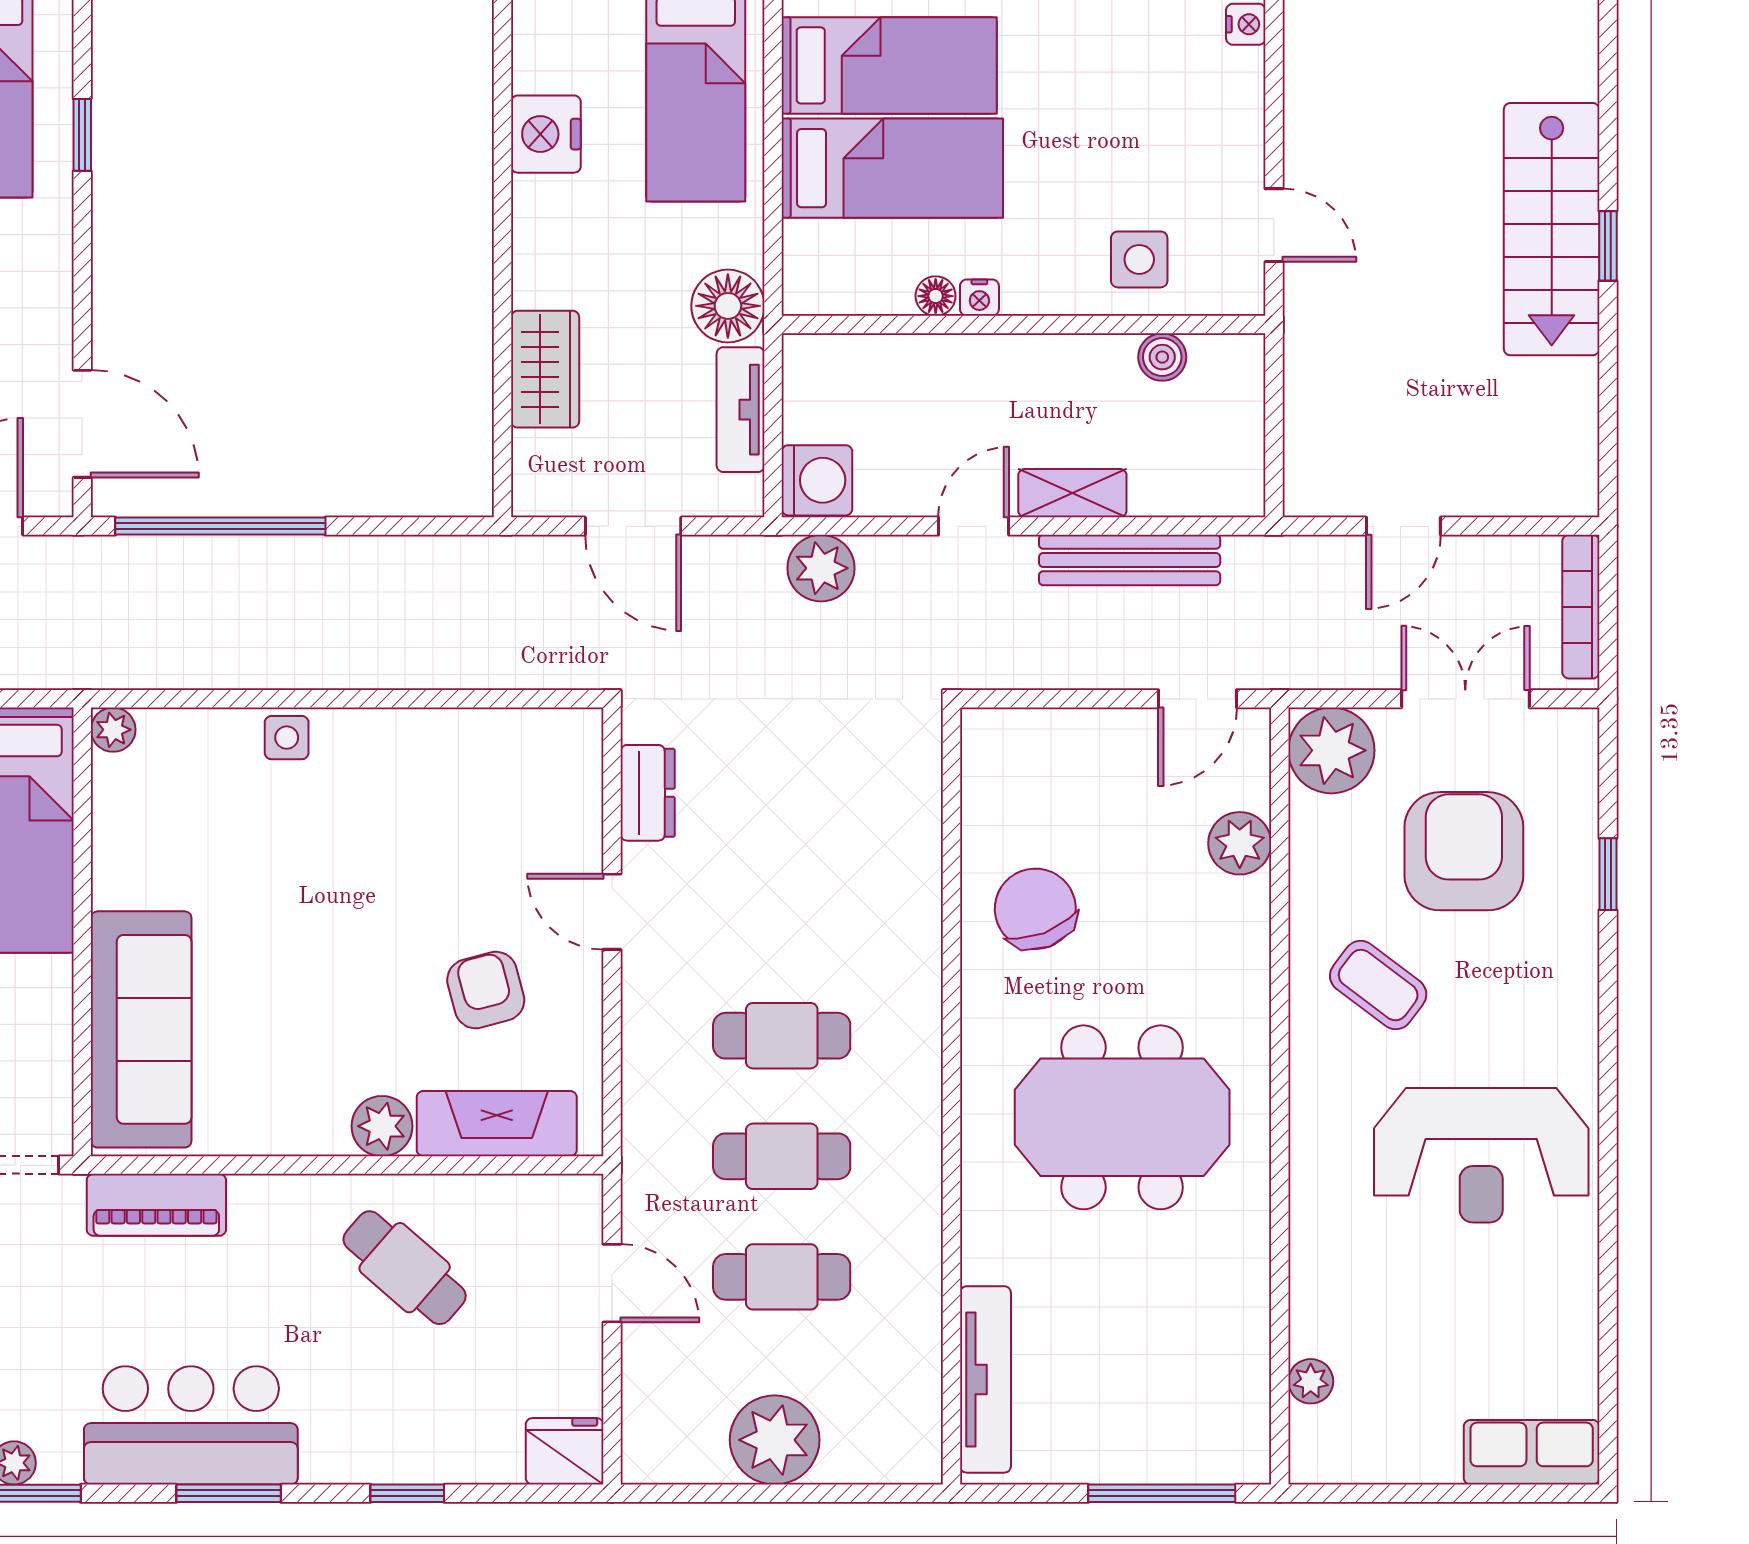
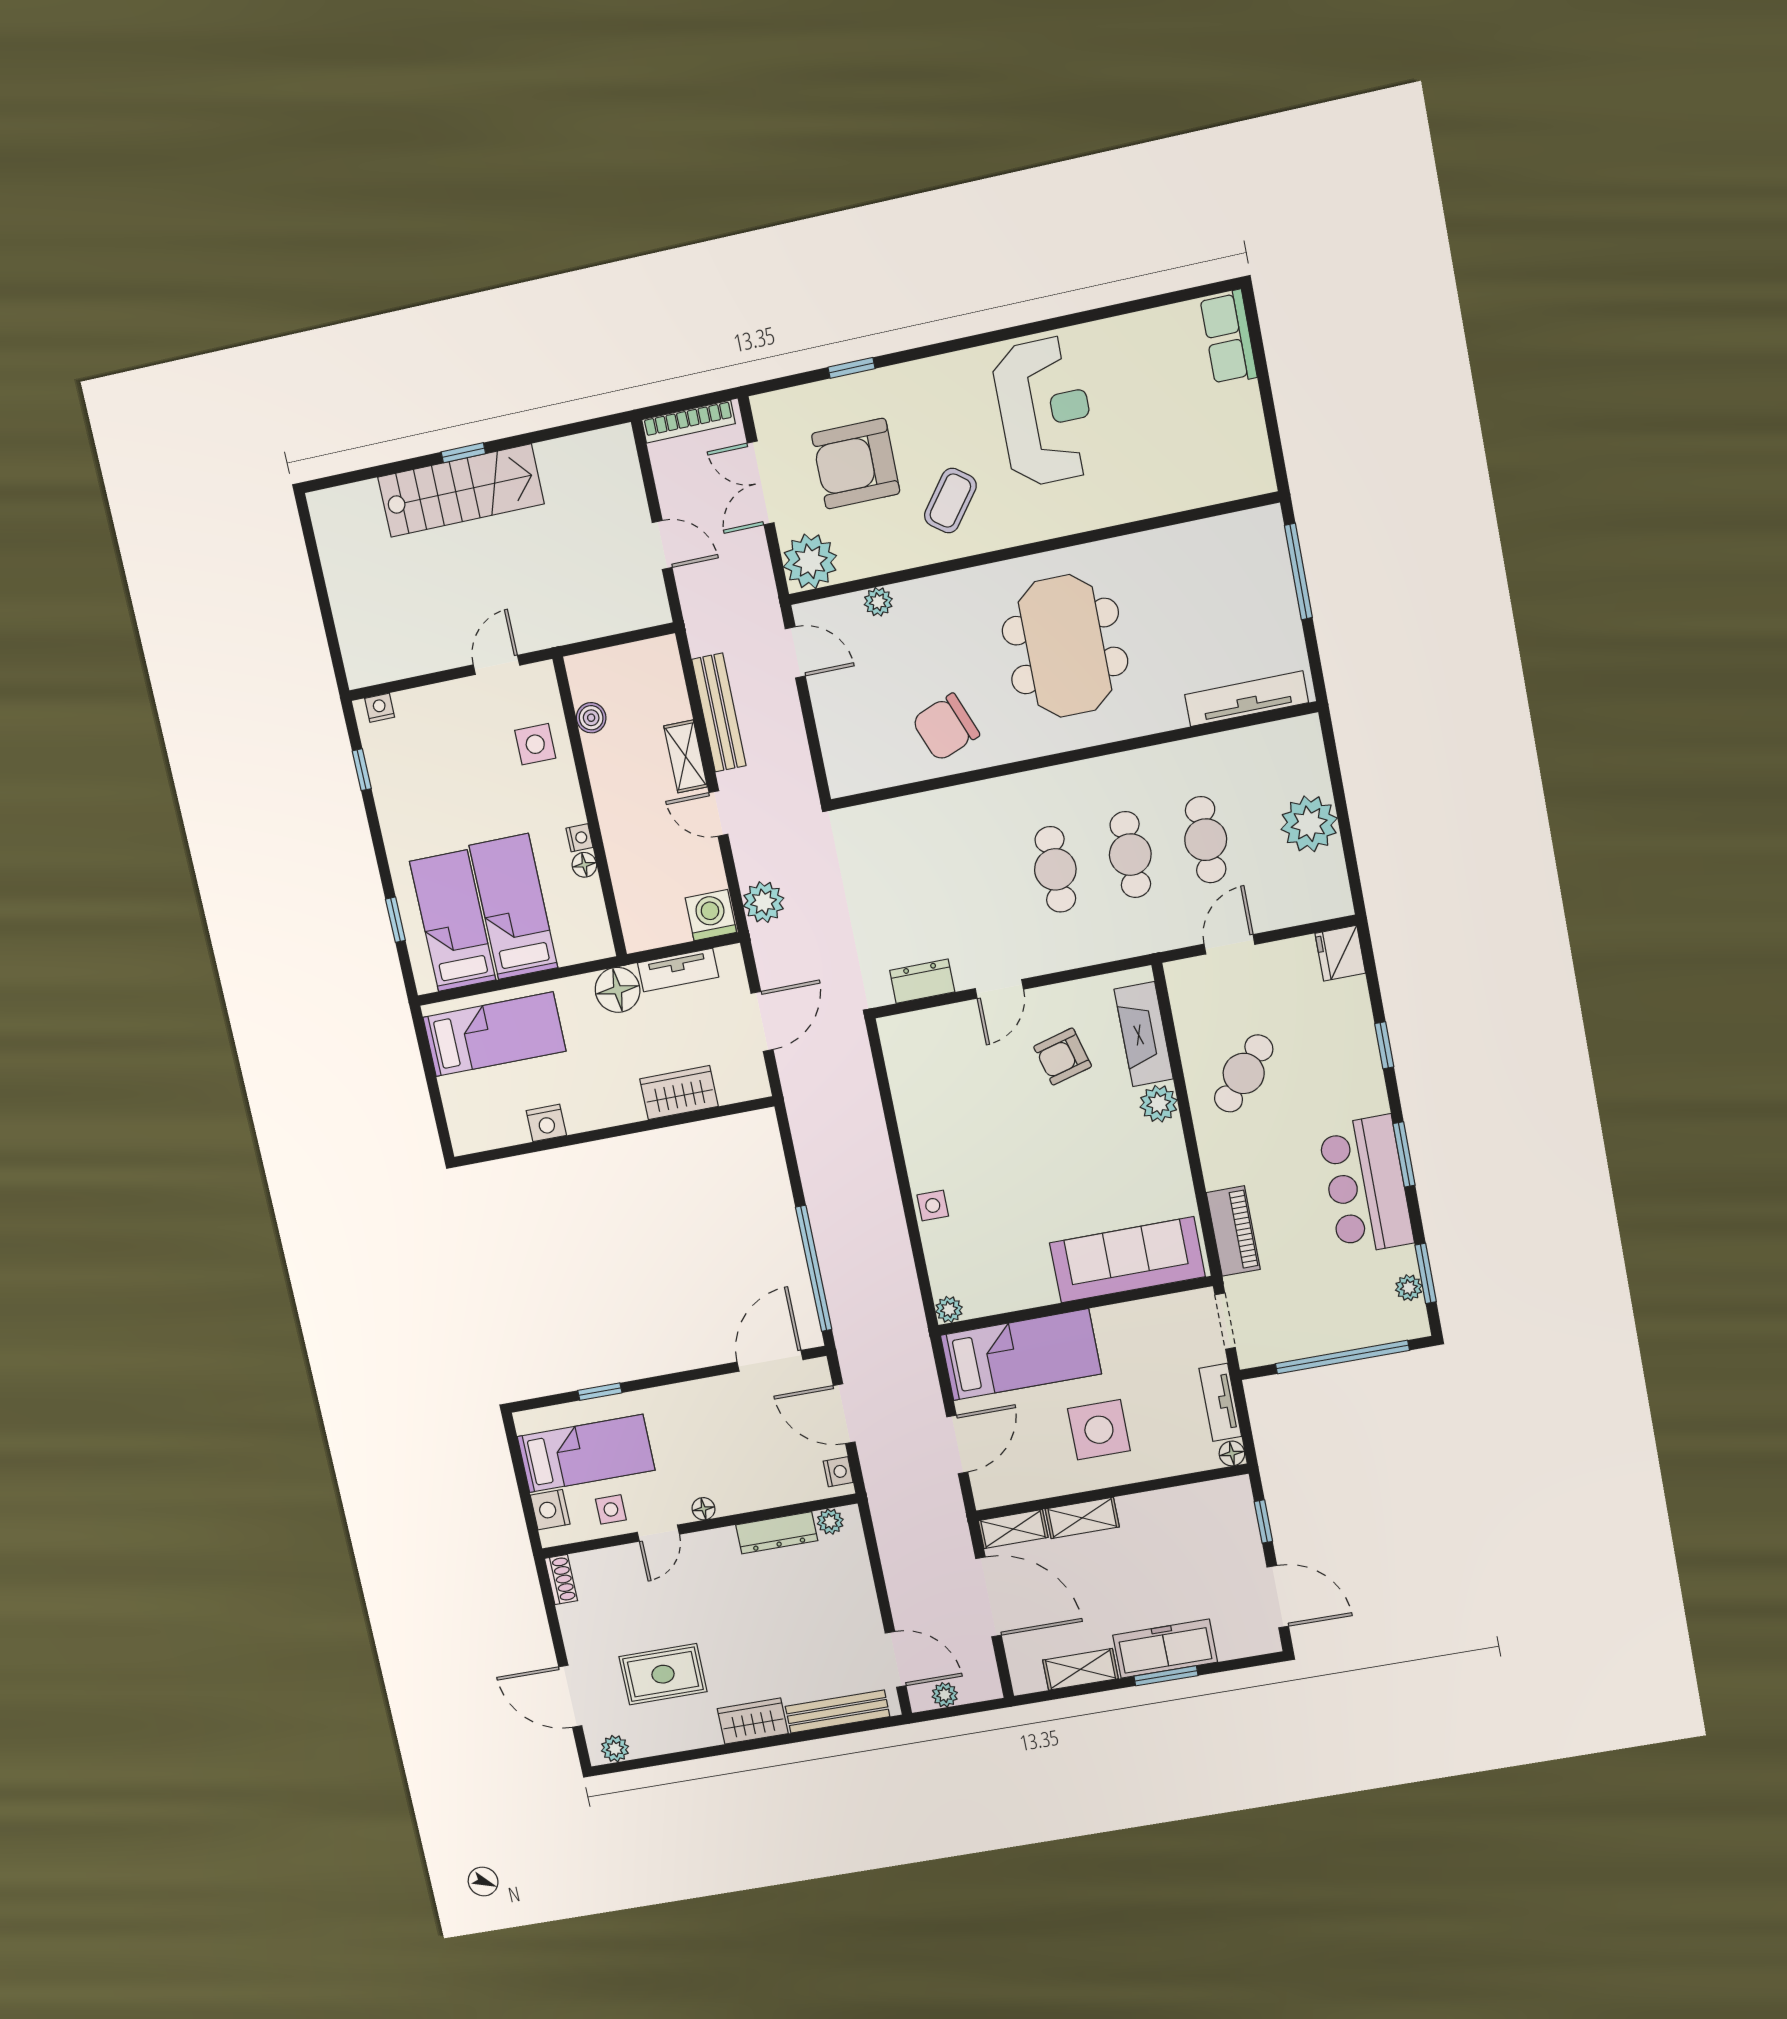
nightstand: (546, 134) -> (546, 1123), width x0.74, depth x0.75
plant: (1240, 843) -> (878, 602), width x0.73, depth x0.73
plant: (1311, 1381) -> (1209, 491), removed

